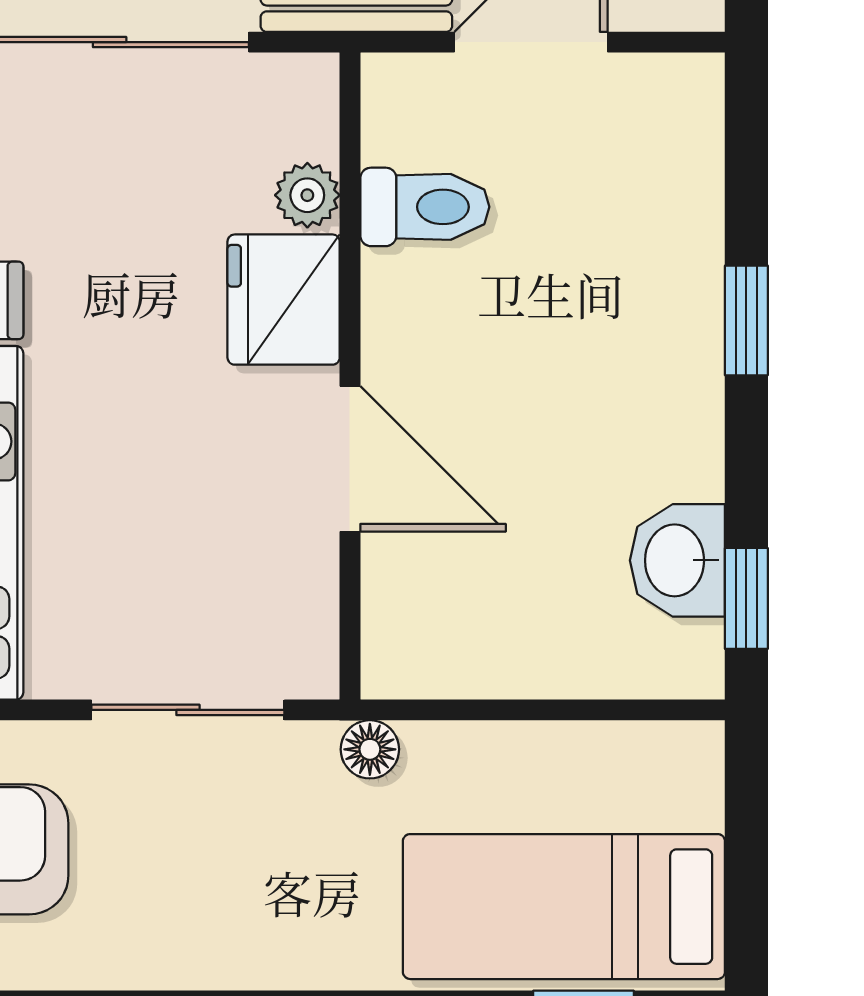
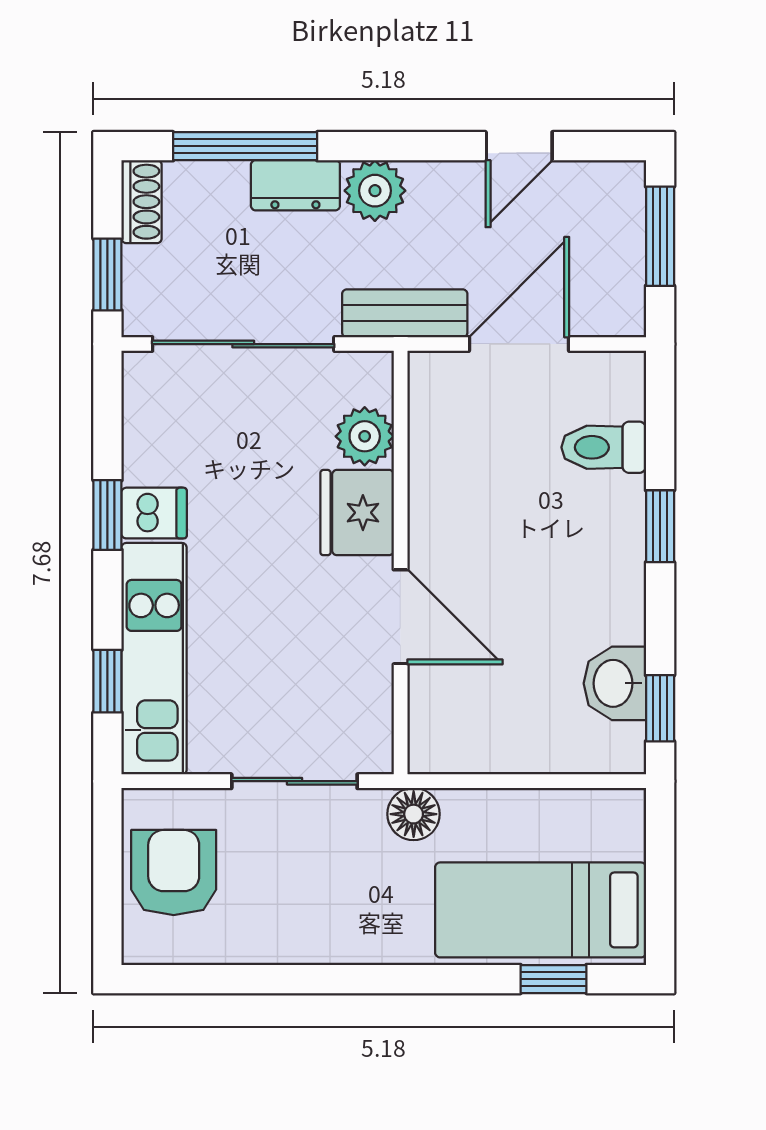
plant: (307, 195) -> (365, 436), width x1.38, depth x1.38
toilet: (425, 207) -> (604, 447), moved, turned 180
floor lamp: (370, 749) -> (414, 814), width x1.37, depth x1.37

